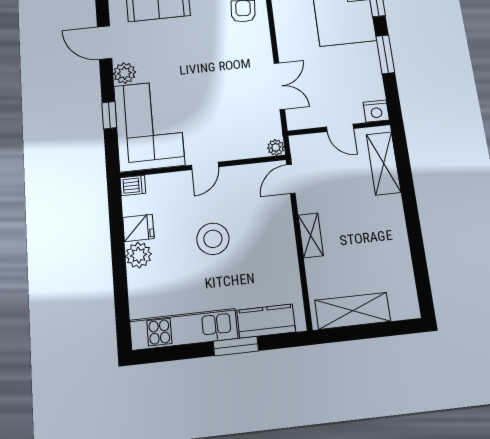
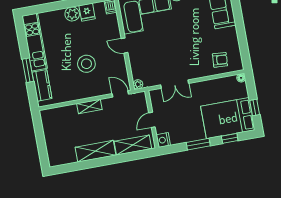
stool: (213, 239) -> (86, 64), moved
shelving: (353, 311) -> (95, 151), moved, turned 90

